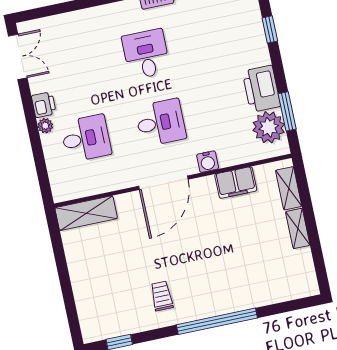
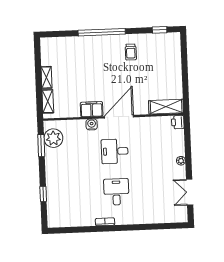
desk: (146, 54) -> (116, 192), turned 180
double door: (18, 57) -> (190, 192), moved
printer: (261, 89) -> (54, 161), removed
printer: (44, 105) -> (178, 122), moved
desk: (86, 138) -> (159, 149), removed
filing cabinet: (236, 182) -> (92, 109), moved

